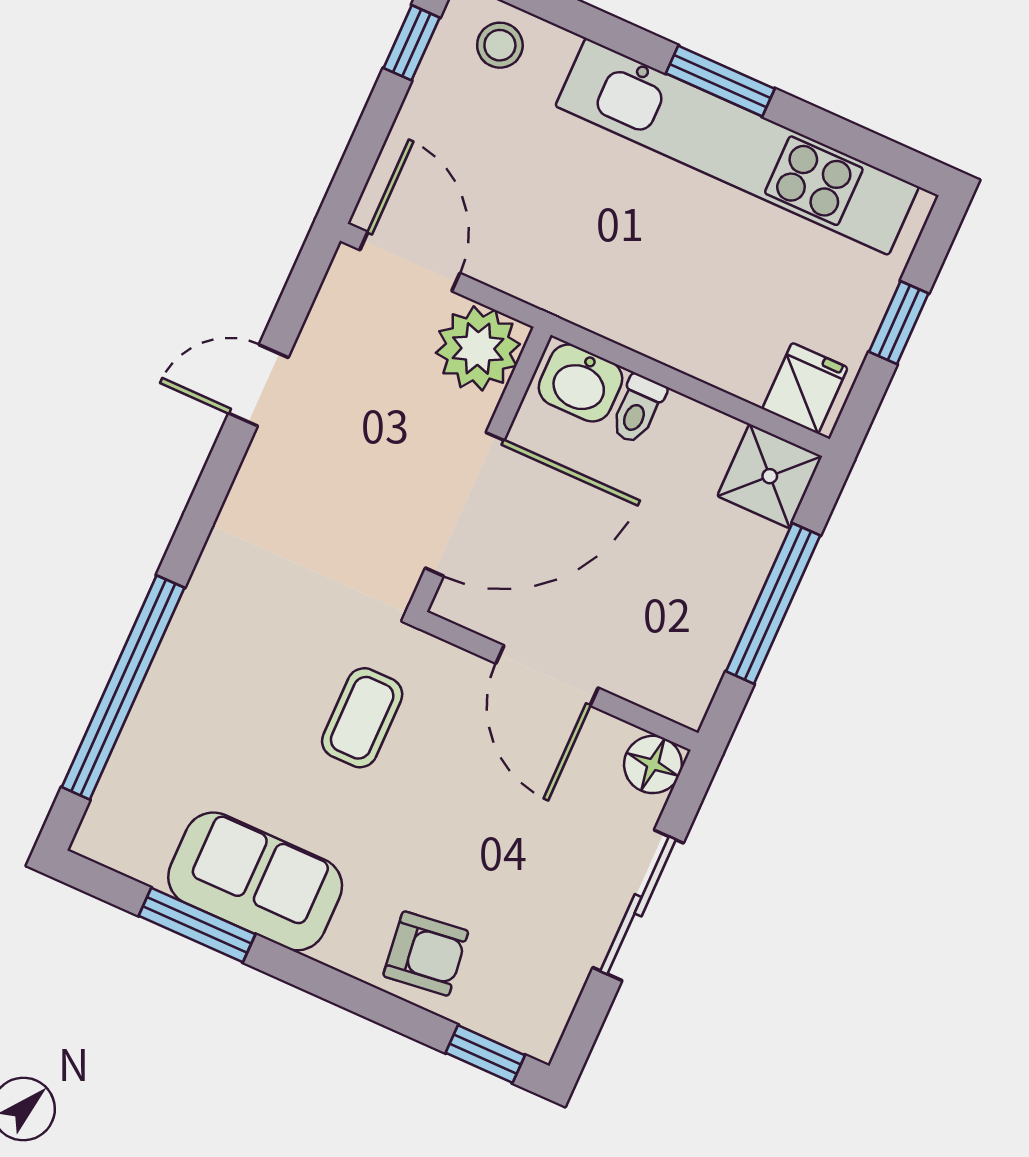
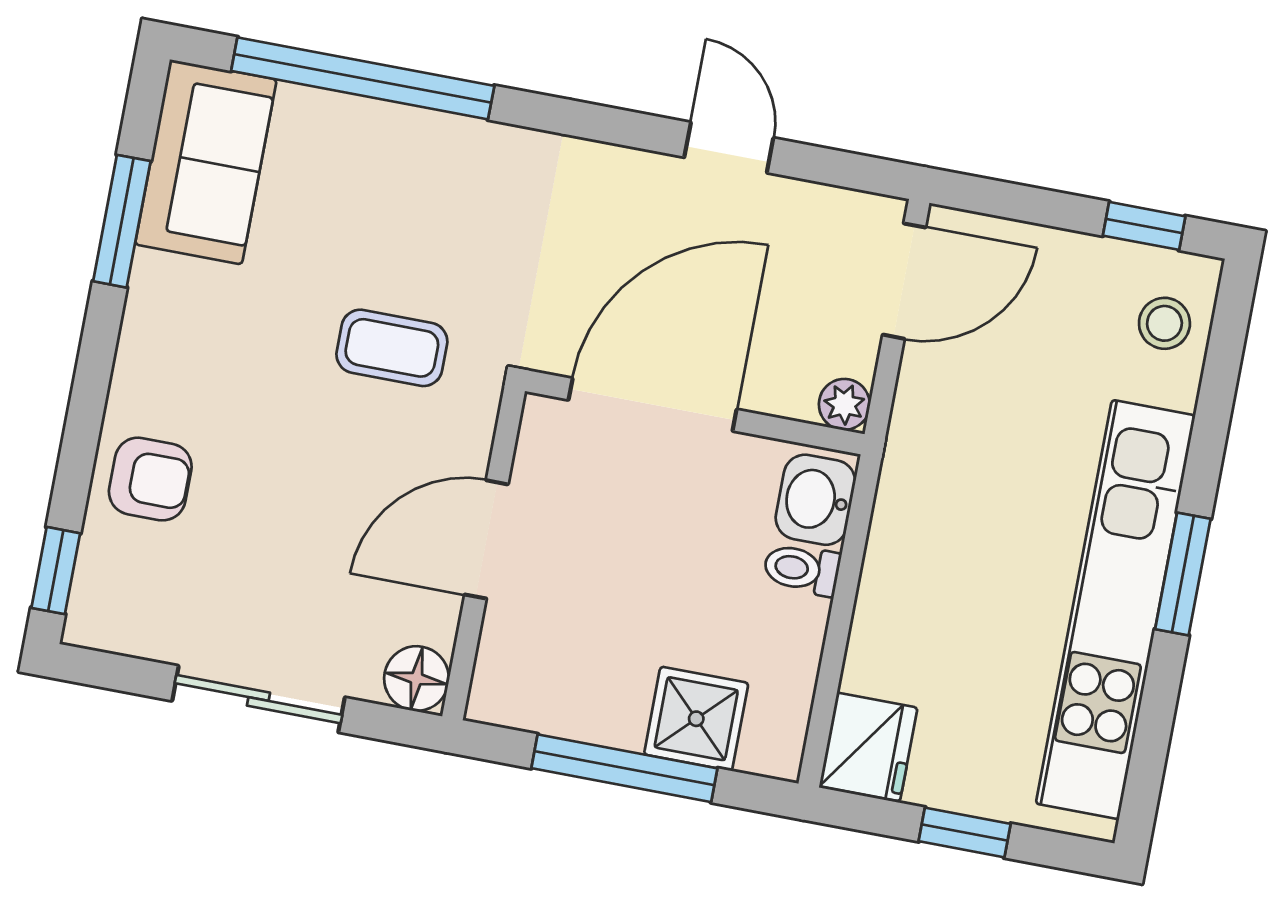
plant: (478, 348) -> (844, 404), width x0.53, depth x0.53
fridge: (805, 388) -> (868, 747), width x1.38
shower: (770, 476) -> (696, 719), moved
door: (465, 504) -> (653, 405), swing flipped
sofa: (255, 881) -> (206, 162), moved
armchair: (426, 954) -> (150, 479), turned -83

